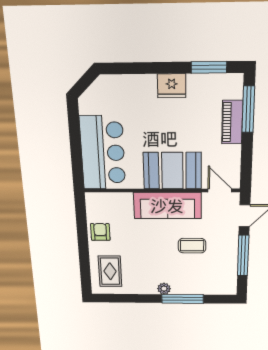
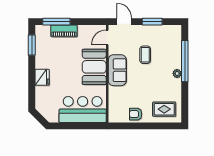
fridge: (172, 86) -> (42, 77), moved
sofa: (167, 206) -> (117, 70), width x0.73
window: (243, 256) -> (152, 22), width x0.69
window: (182, 299) -> (185, 61), width x1.46

